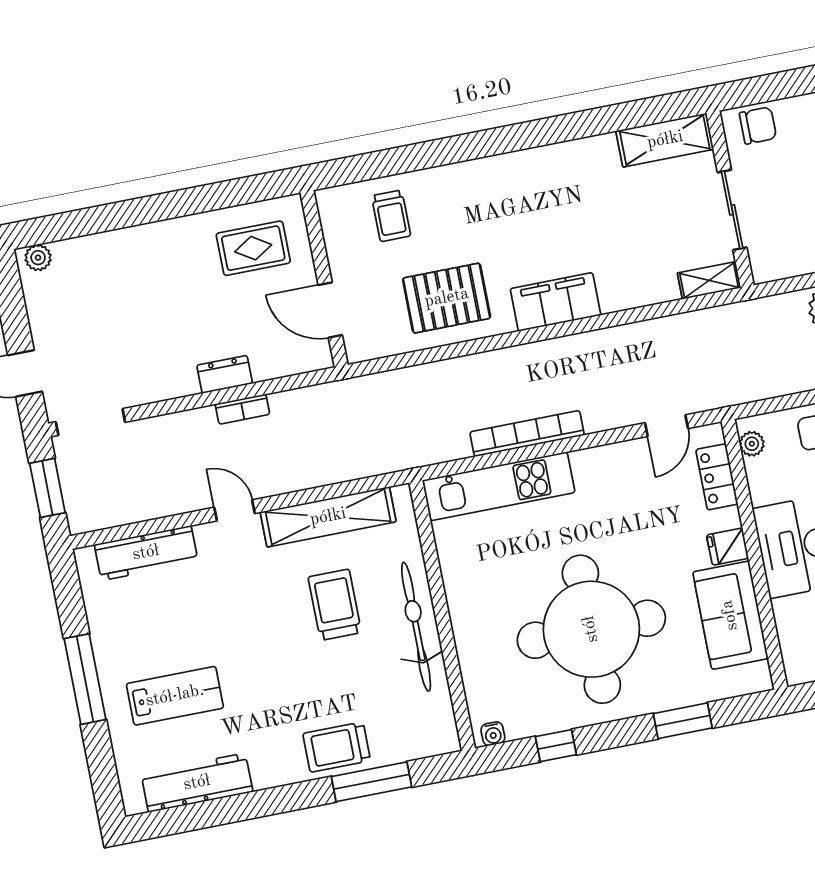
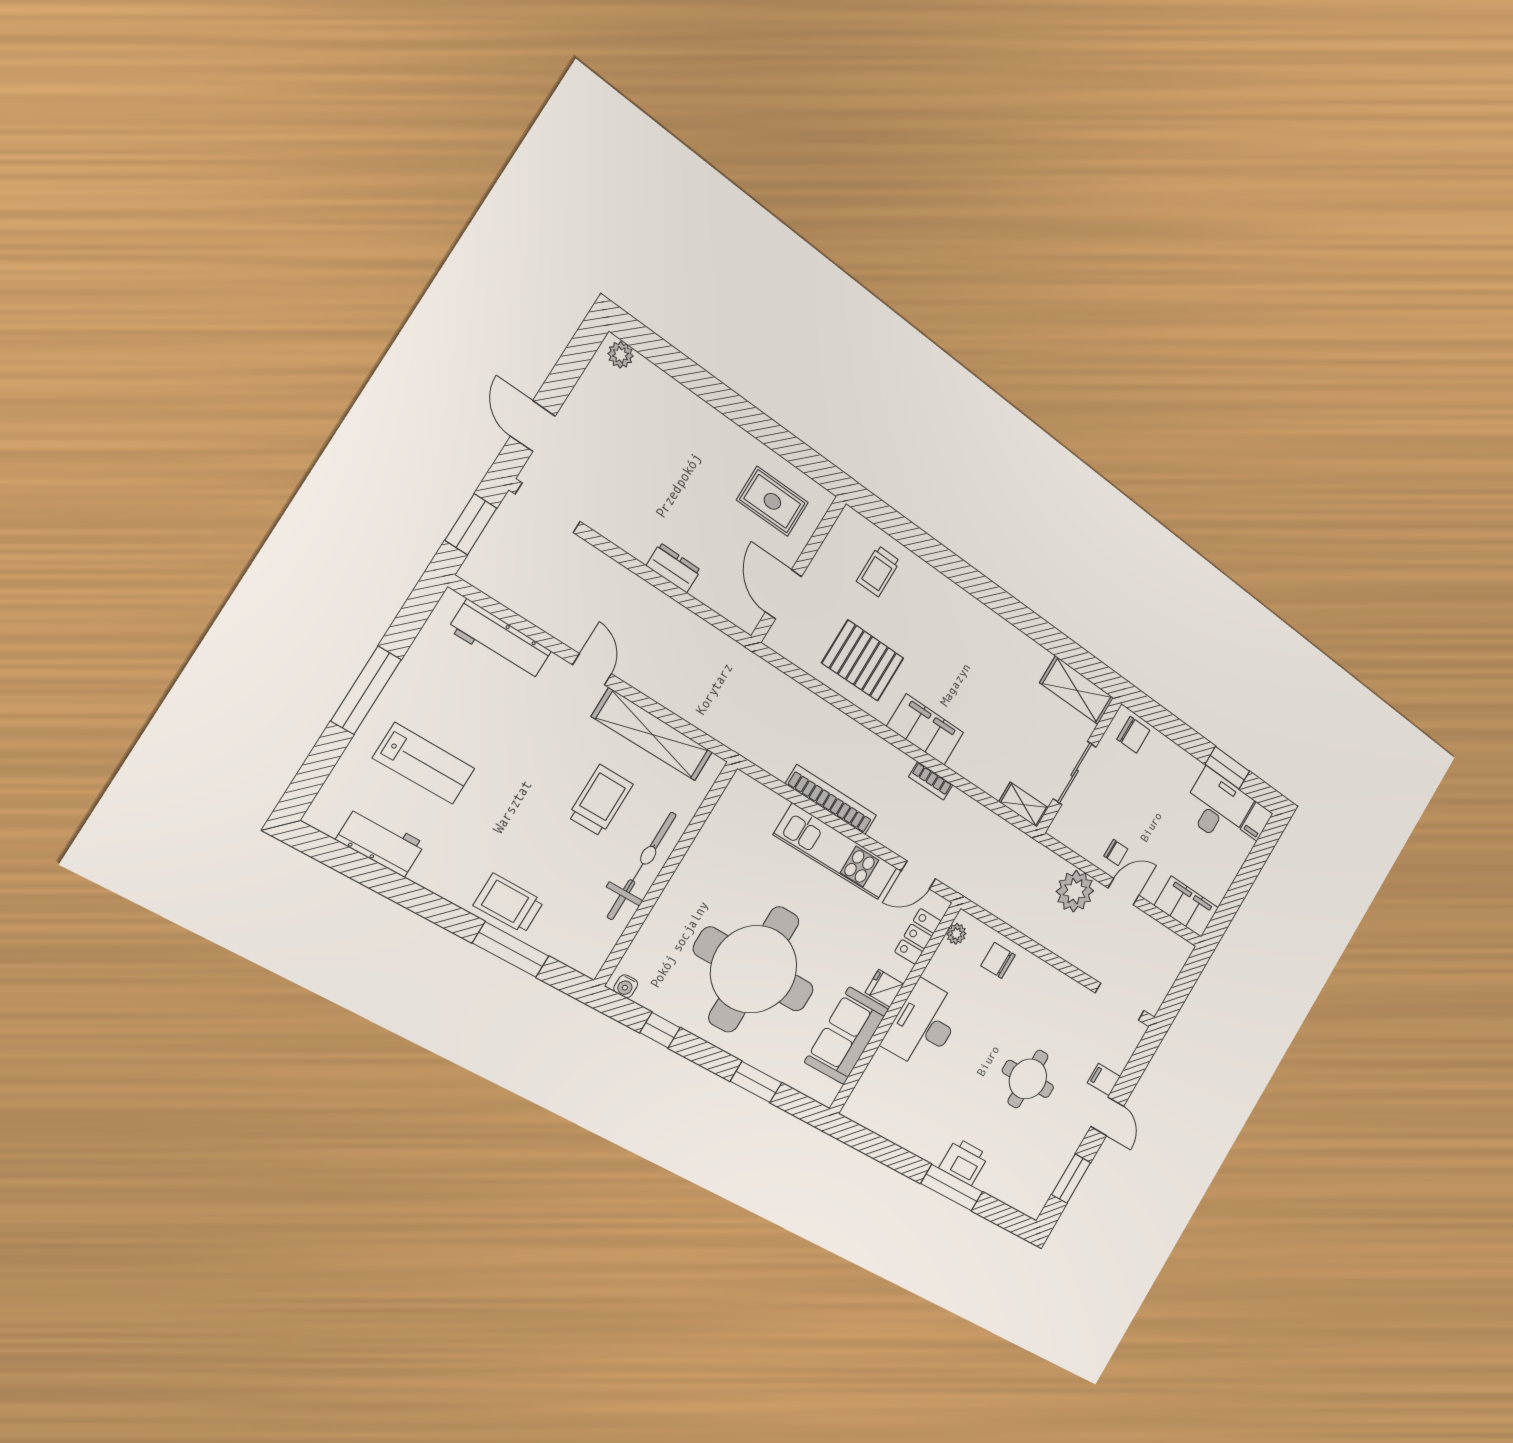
bookcase: (242, 409) -> (931, 781), moved
kitchen unit: (499, 486) -> (836, 852), moved
workbench: (197, 783) -> (381, 842), width x0.73

